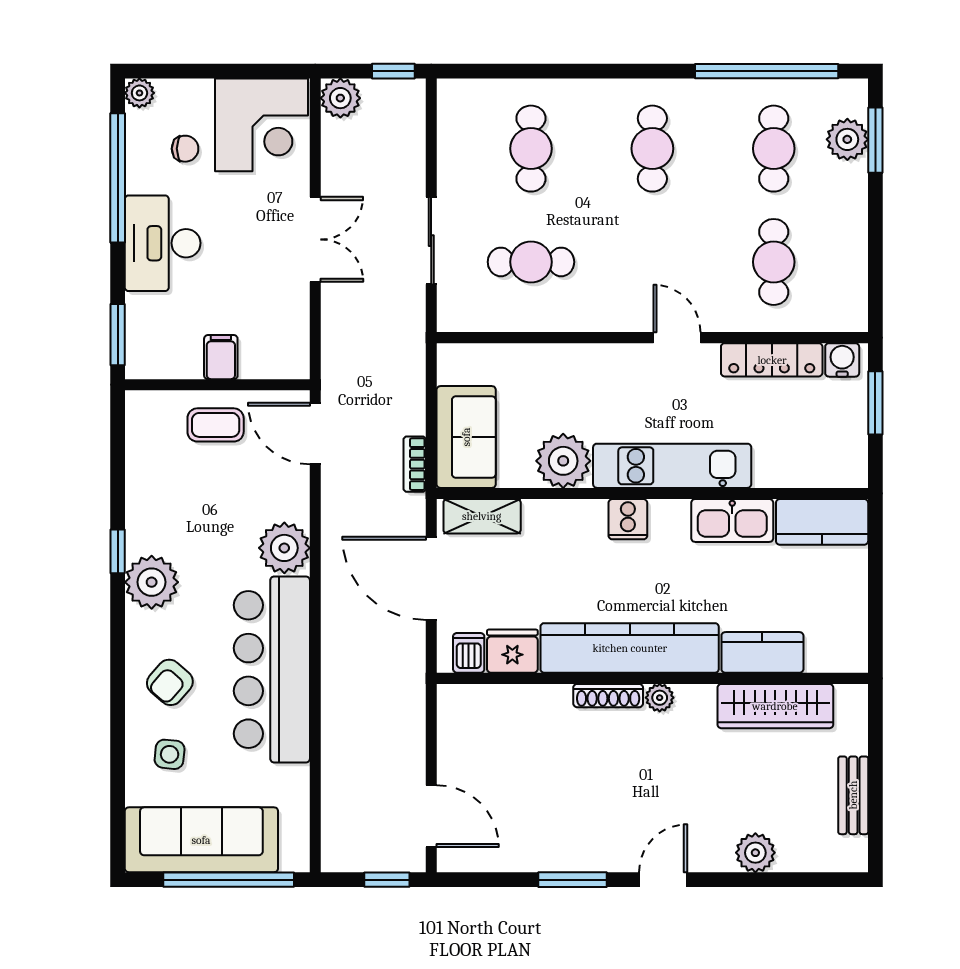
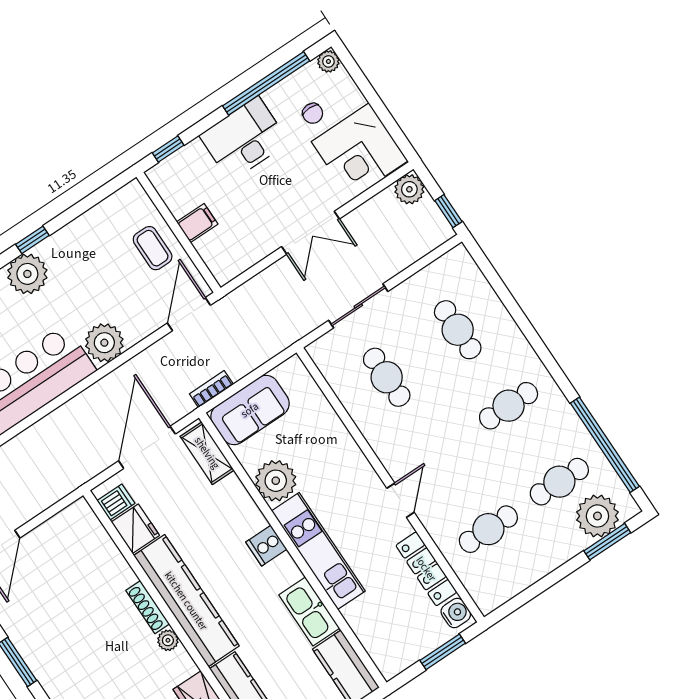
plant: (847, 139) -> (597, 516), width x1.36, depth x1.36
cafe table: (531, 149) -> (458, 330), turned 90
window: (118, 335) -> (168, 149), width x0.67

